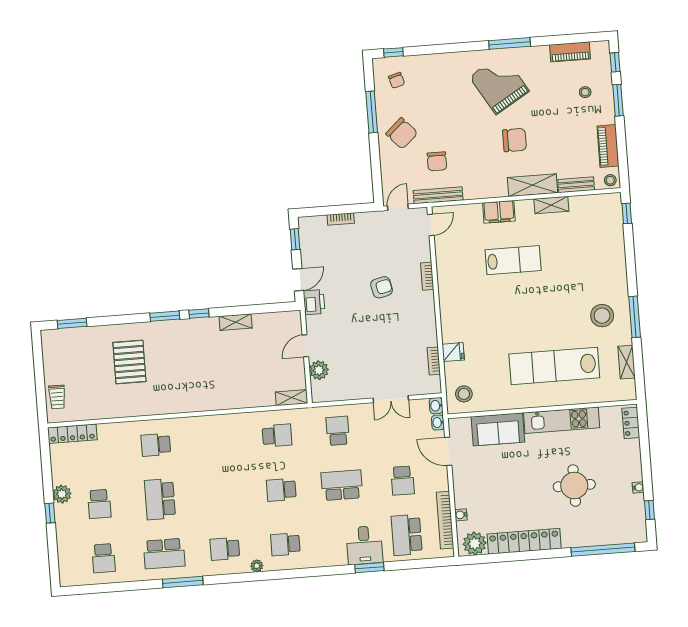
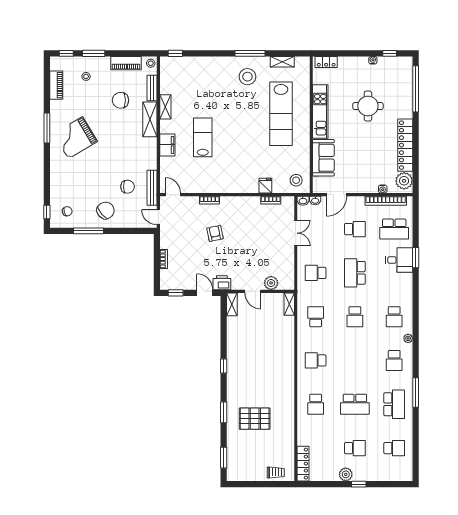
chair: (515, 140) -> (120, 100), moved, turned -90
window: (165, 316) -> (224, 412), moved
shelving: (236, 322) -> (232, 304), moved
school desk: (216, 440) -> (316, 360), added

